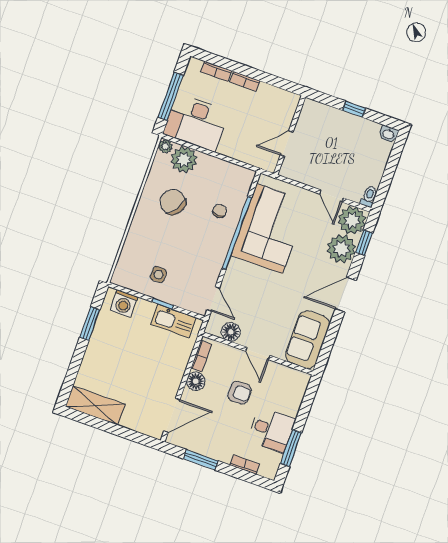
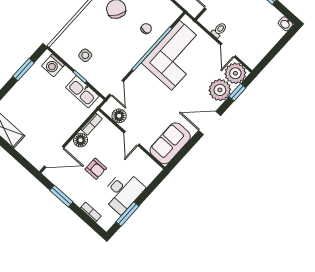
toilet: (369, 197) -> (219, 30), moved
armchair: (239, 393) -> (96, 169), moved
desk: (272, 430) -> (123, 192), width x1.37

